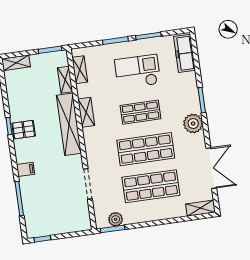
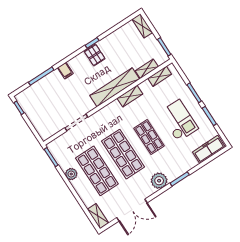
plant: (116, 219) -> (71, 174), moved

